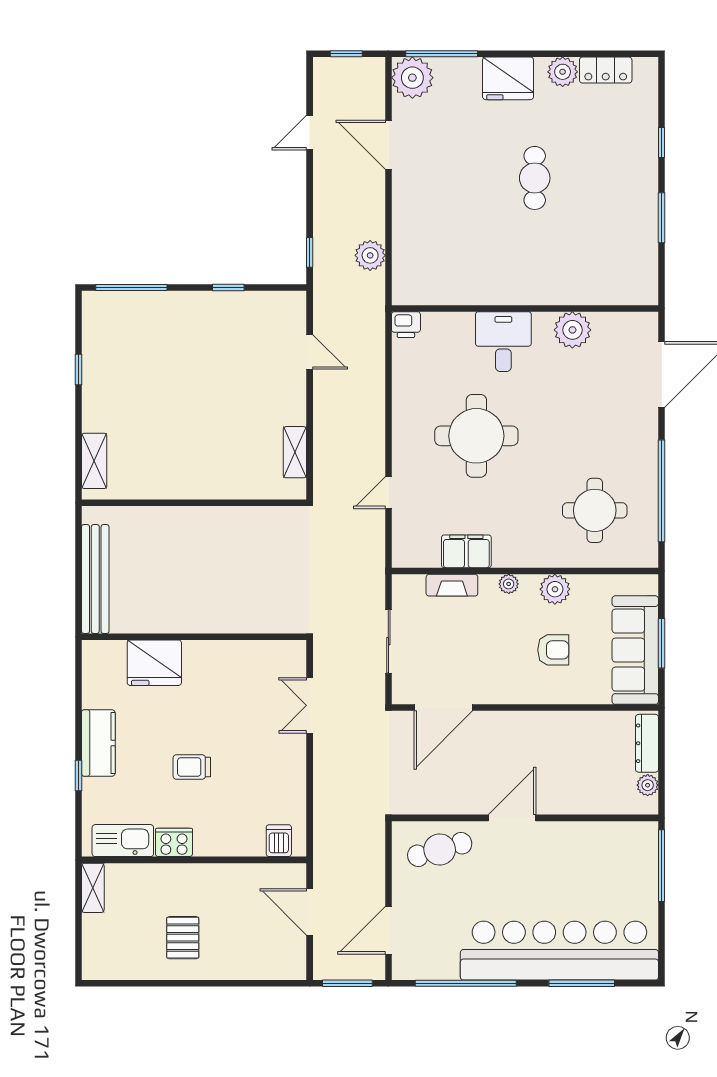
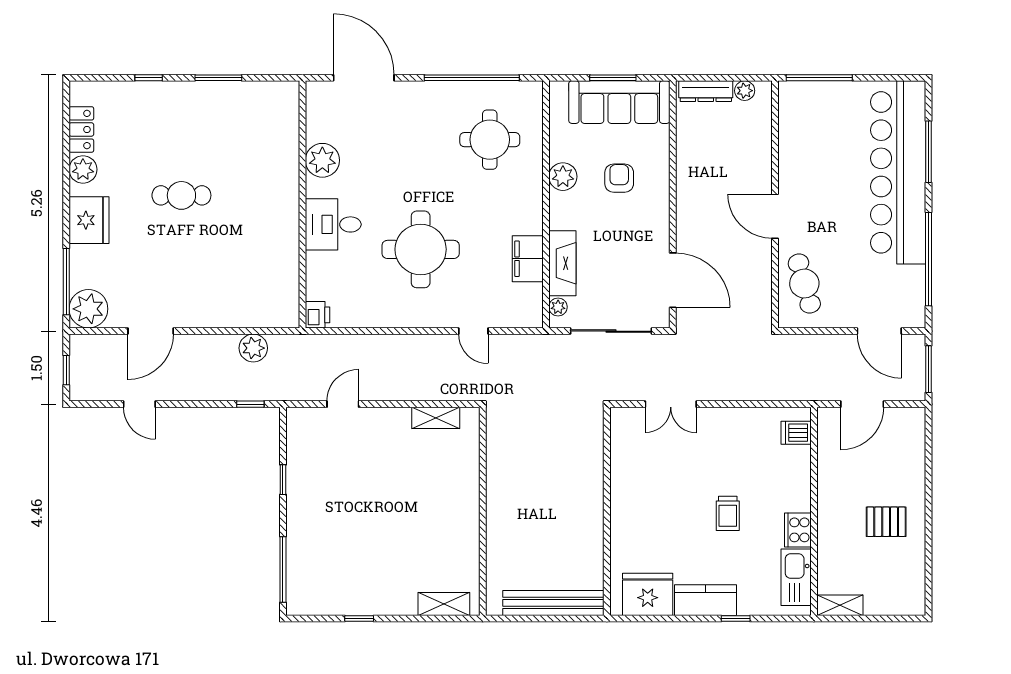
plant: (509, 584) -> (558, 307), moved
fireplace: (452, 585) -> (562, 263), width x1.37, depth x1.32
sliding door: (388, 641) -> (611, 331), width x1.37
fridge: (154, 663) -> (648, 594), moved, turned -90

